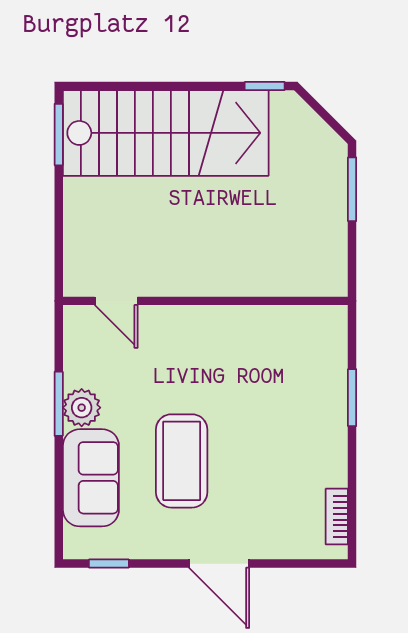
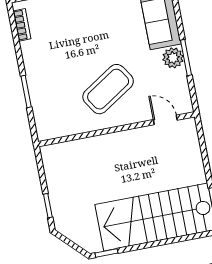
window: (352, 189) -> (48, 206), width x0.67
coffee table: (182, 461) -> (108, 89), moved, turned 57

